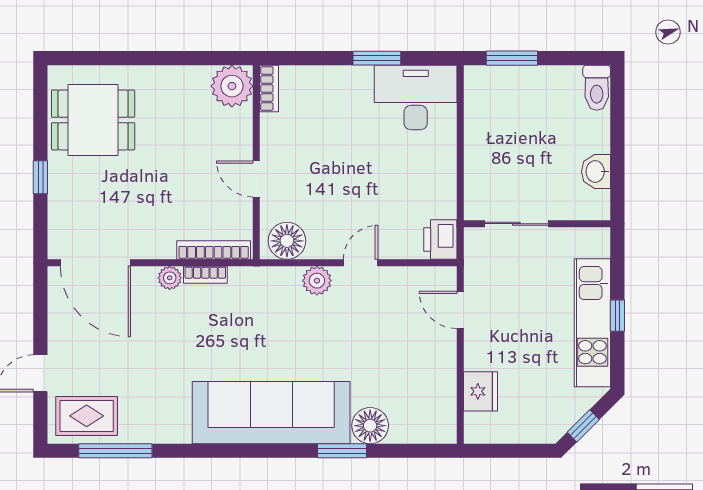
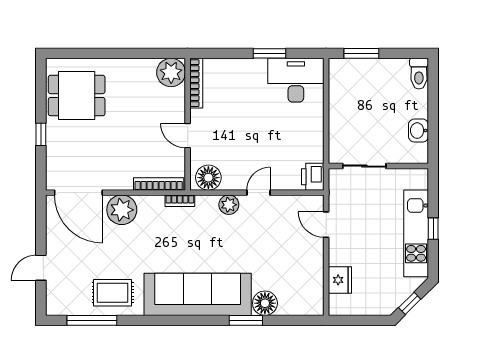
bookcase: (269, 89) -> (196, 83), width x1.56
bookcase: (205, 275) -> (180, 201), moved
plant: (170, 278) -> (122, 210), width x1.87, depth x1.87
rug: (87, 416) -> (113, 293), moved

